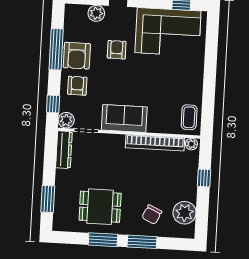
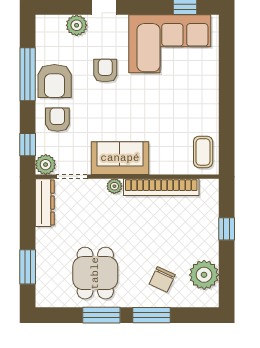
plant: (191, 144) -> (114, 186), moved
dining table: (100, 207) -> (95, 273), turned 90

